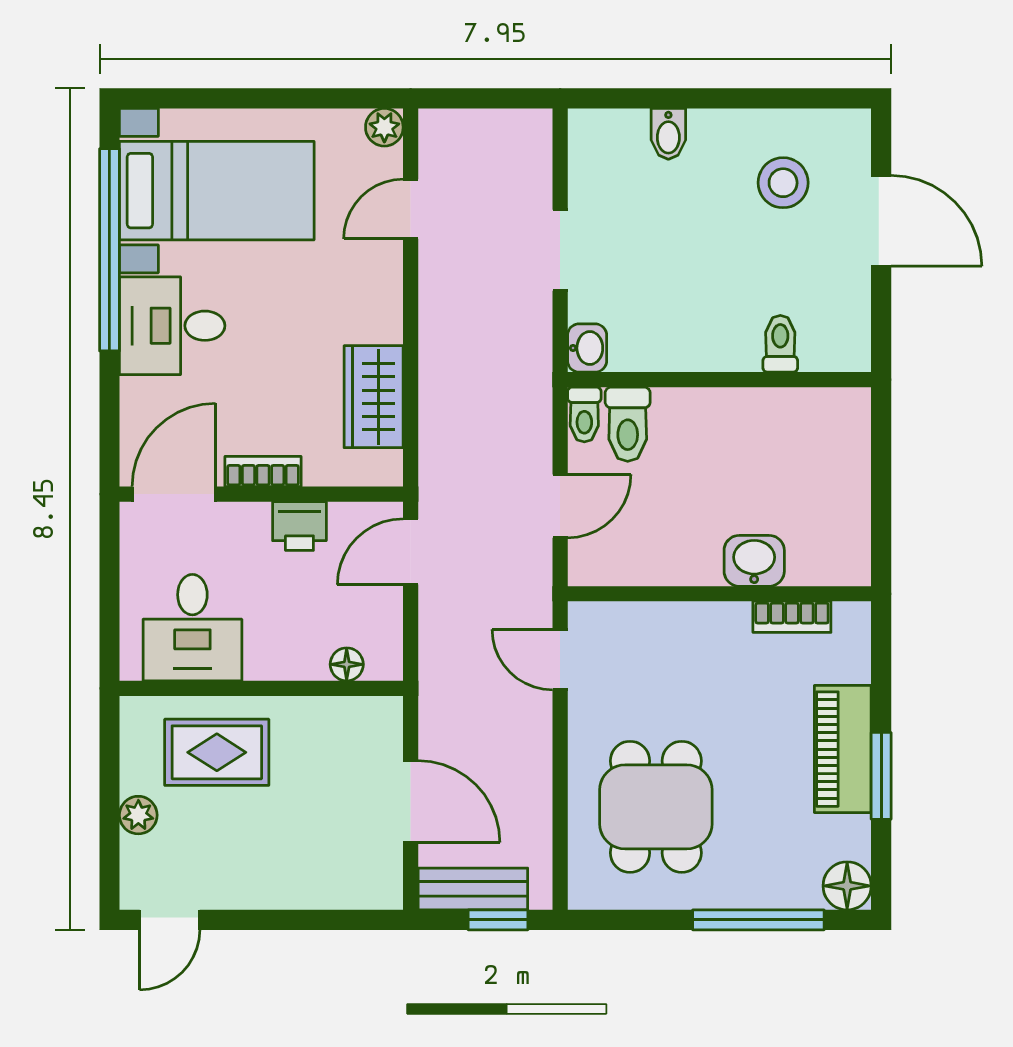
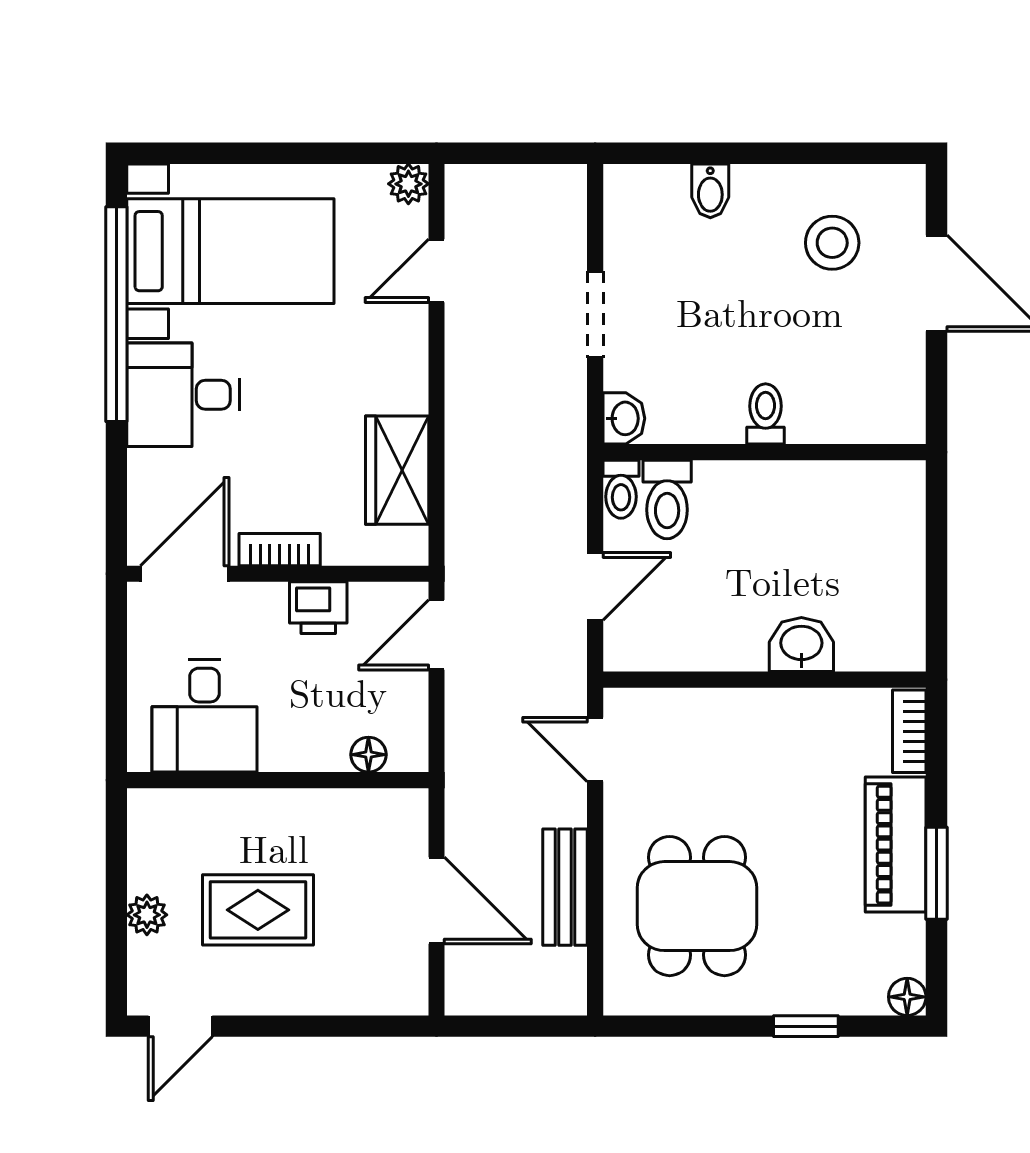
toilet: (780, 344) -> (766, 414), moved
bookcase: (792, 617) -> (909, 731), moved, turned 90
rug: (217, 752) -> (258, 910), moved
floor lamp: (847, 886) -> (907, 997), width x0.73, depth x0.73
bench: (473, 889) -> (565, 887), moved, turned 90
window: (498, 920) -> (529, 1026), removed
window: (758, 920) -> (806, 1026), width x0.46

